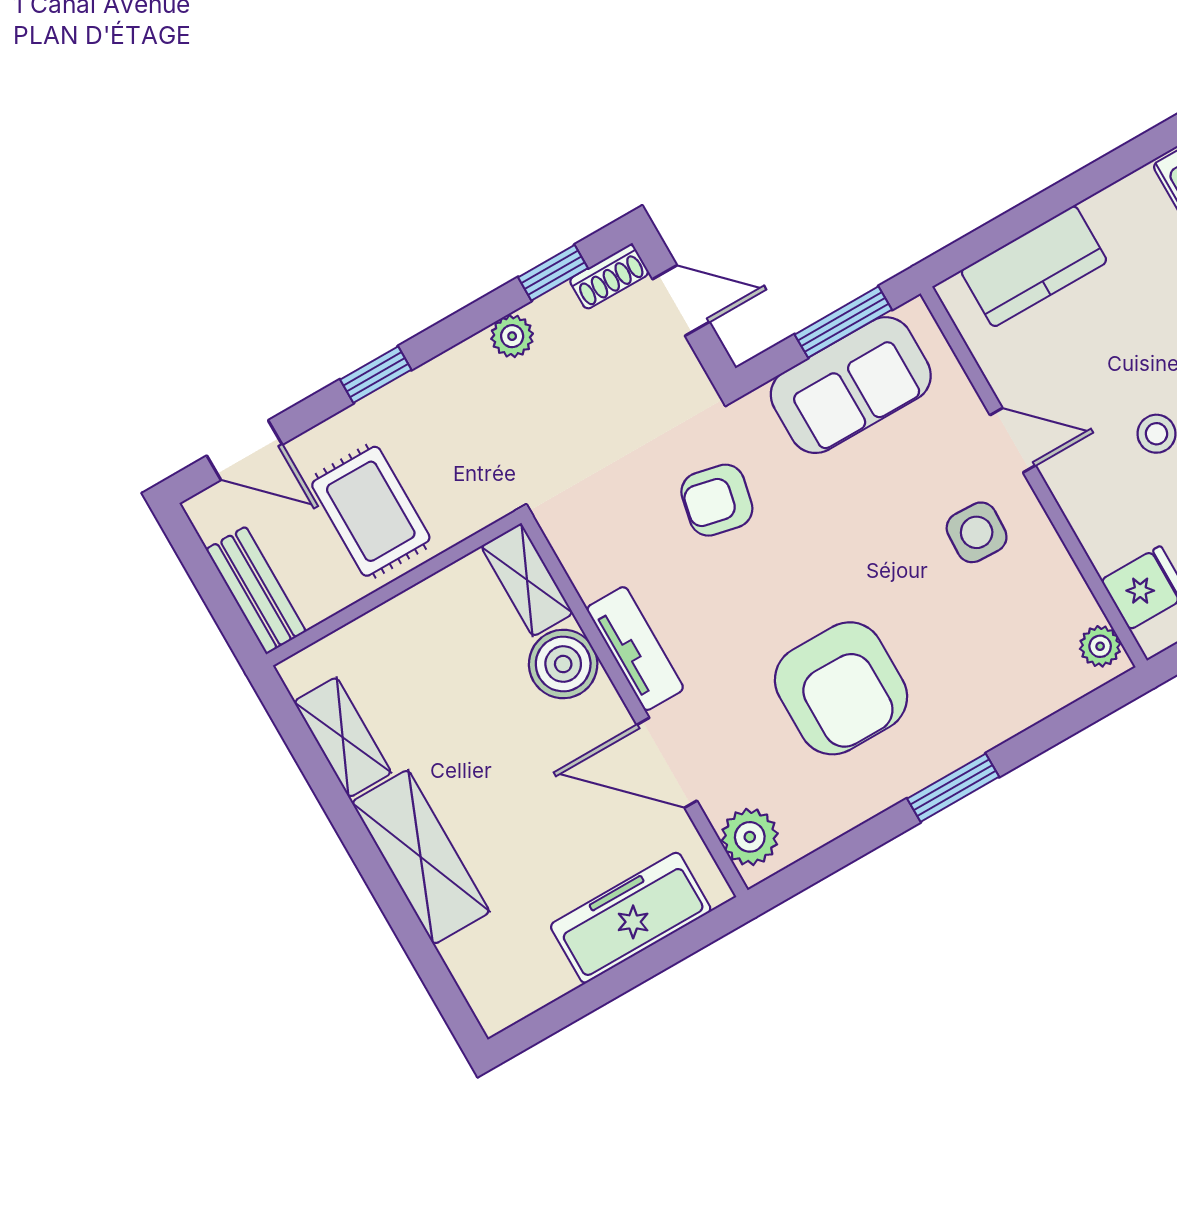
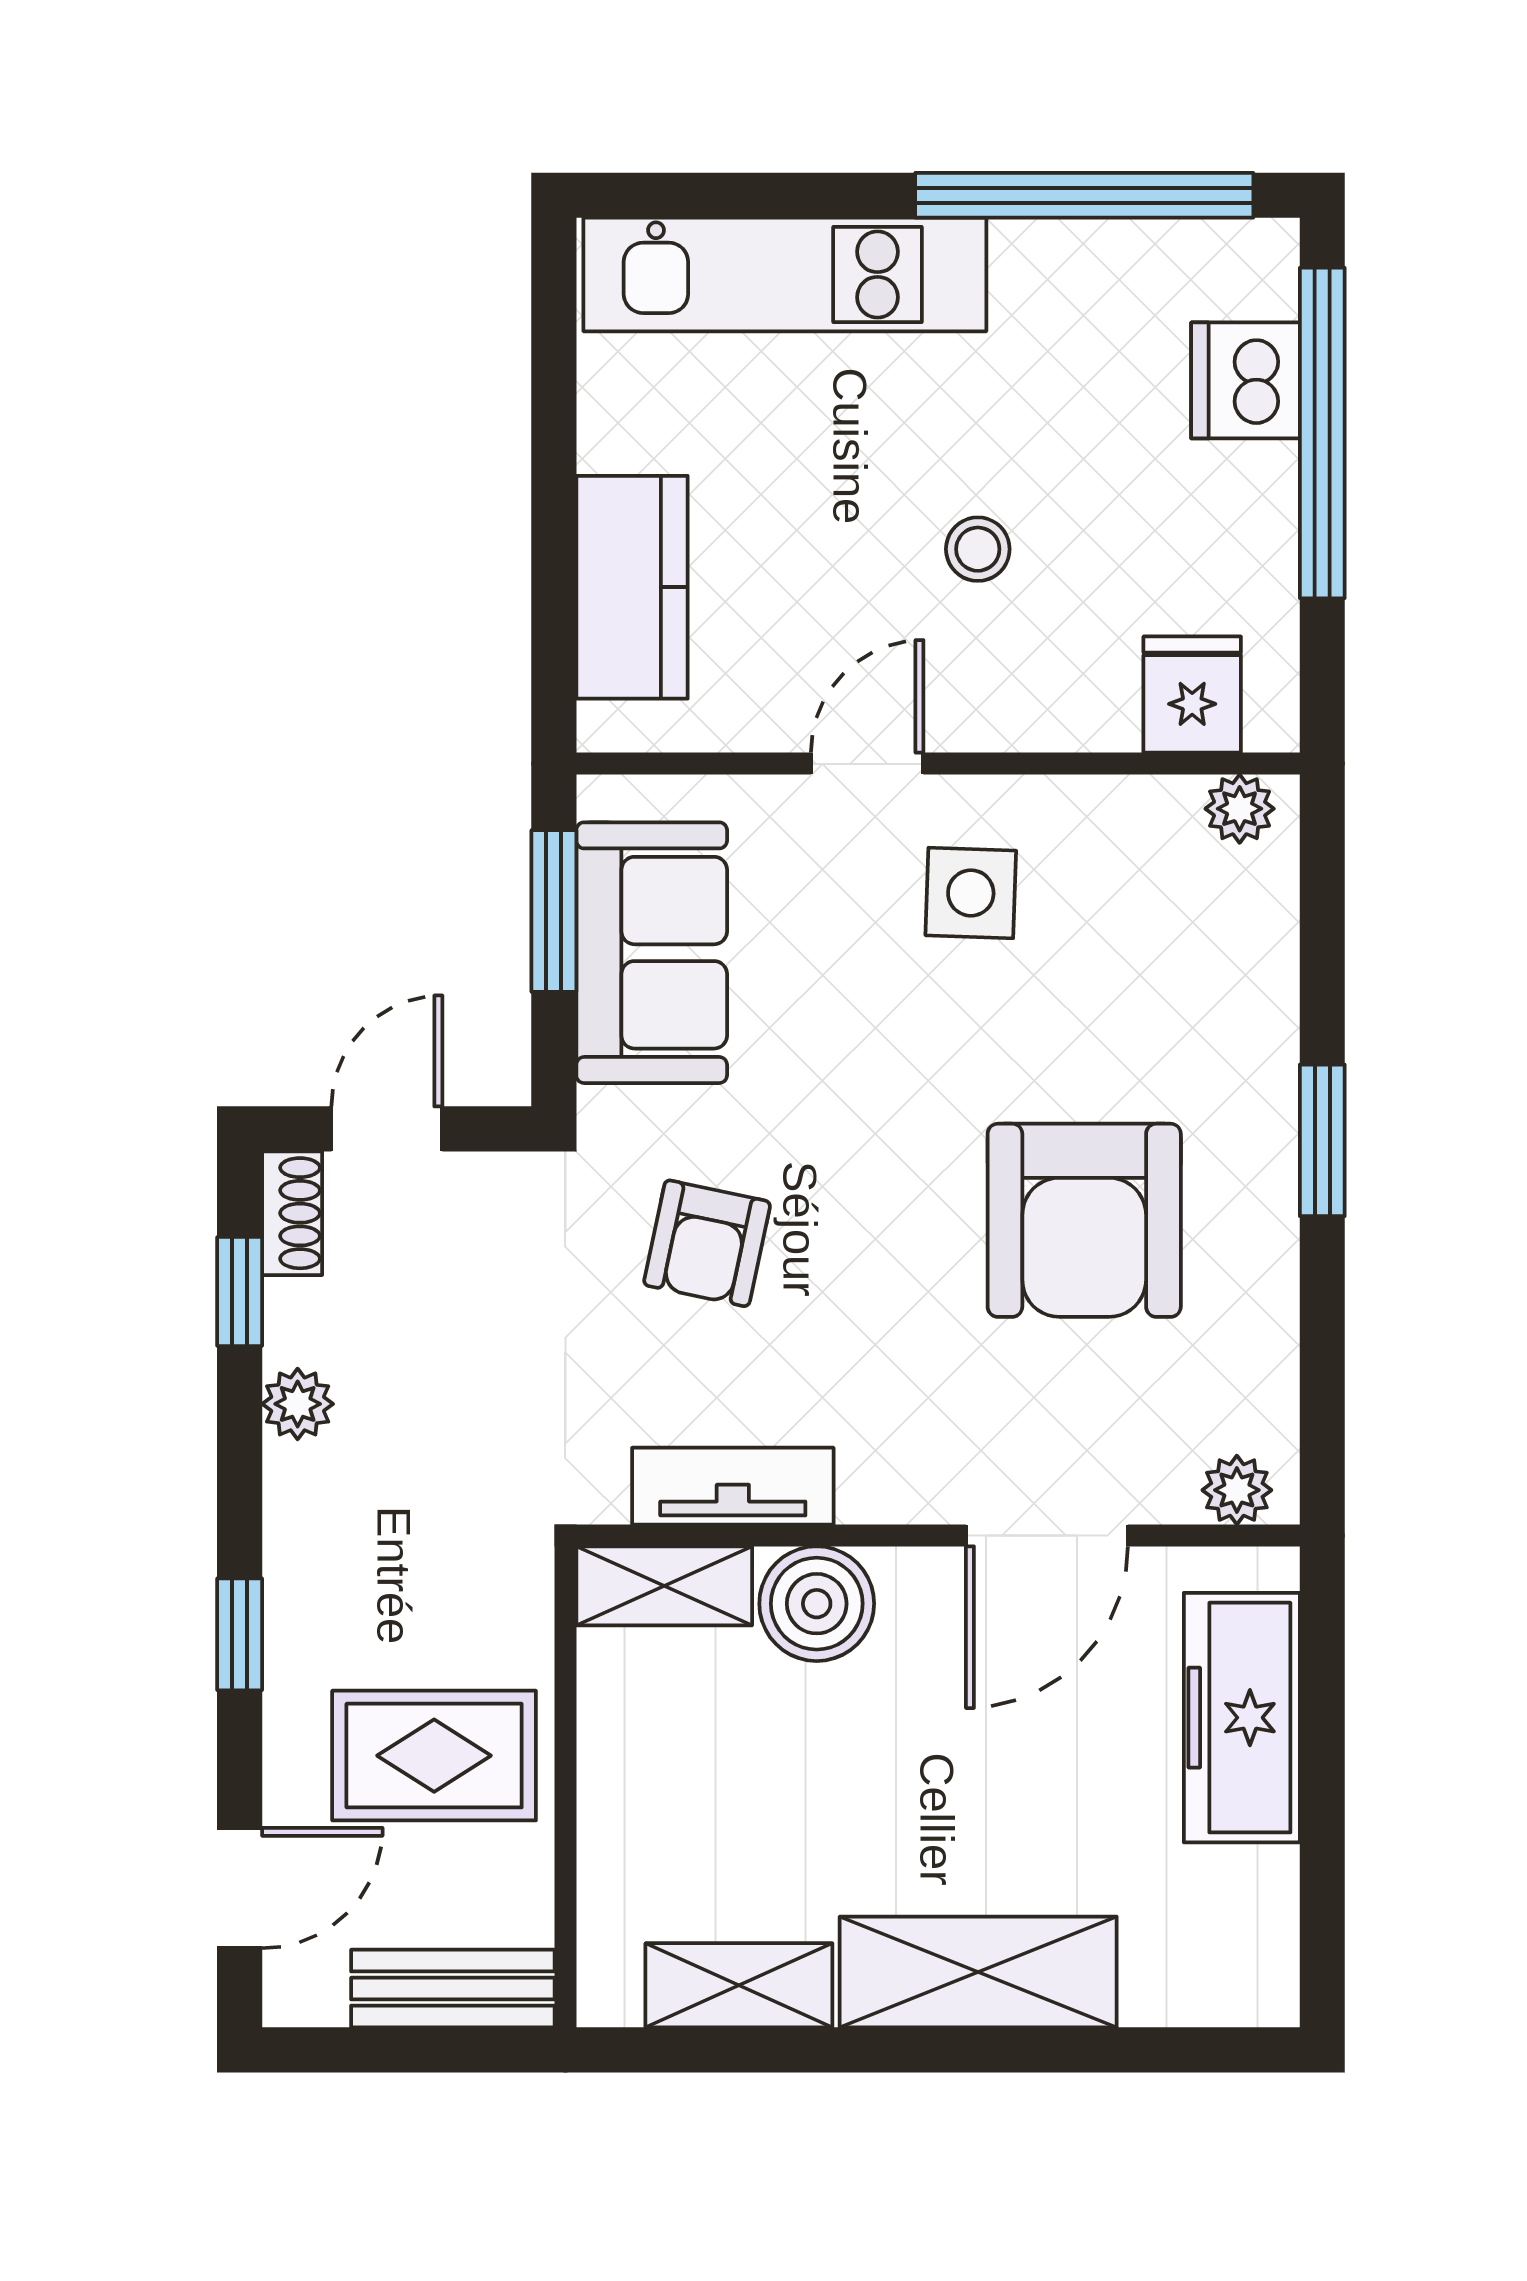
tv unit: (635, 649) -> (733, 1486), moved
armchair: (841, 688) -> (1084, 1220), turned 90
plant: (750, 837) -> (1237, 1490), width x0.73, depth x0.73

